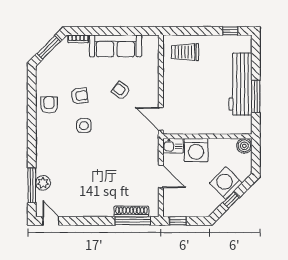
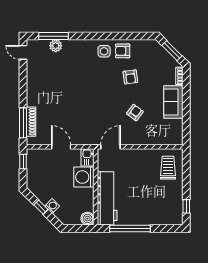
sofa: (115, 46) -> (173, 102), width x0.73
workbench: (241, 84) -> (107, 198), moved, turned 90
window: (256, 96) -> (130, 228), width x1.46
armchair: (49, 105) -> (123, 51), turned 180
side table: (84, 126) -> (104, 51), moved
door: (161, 176) -> (61, 147), swing flipped
washing machine: (226, 183) -> (52, 206), width x0.53, depth x0.53
door: (51, 221) -> (23, 52), swing flipped

